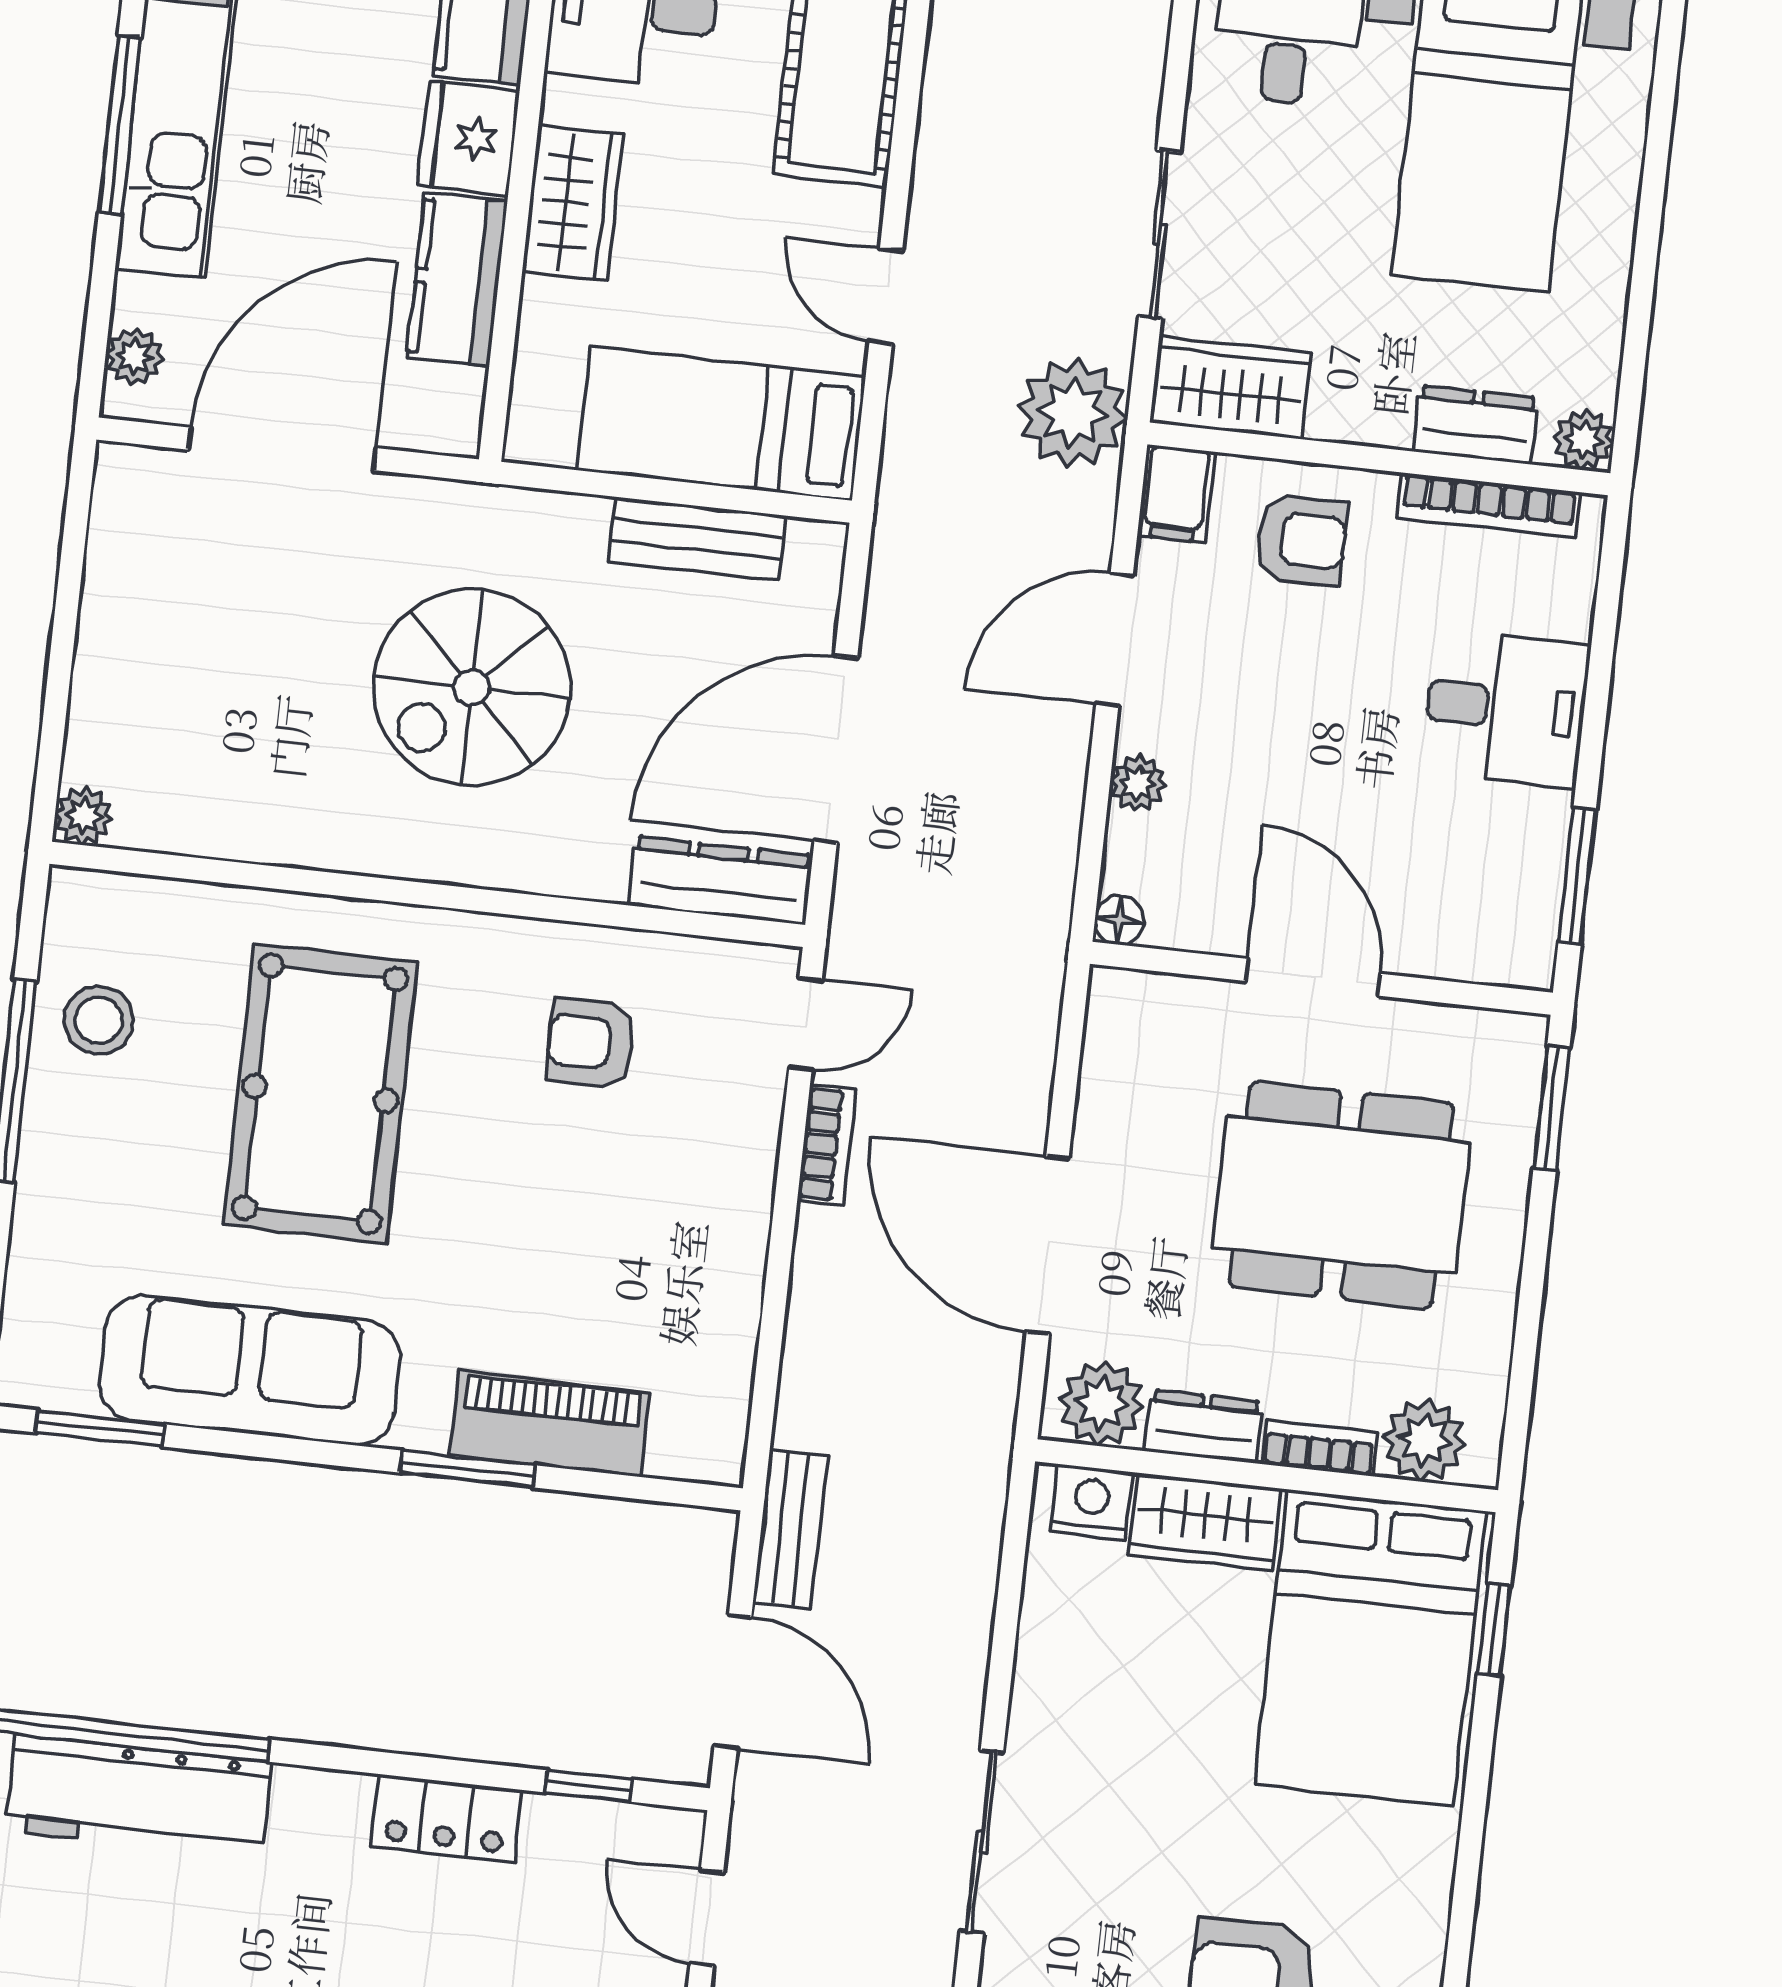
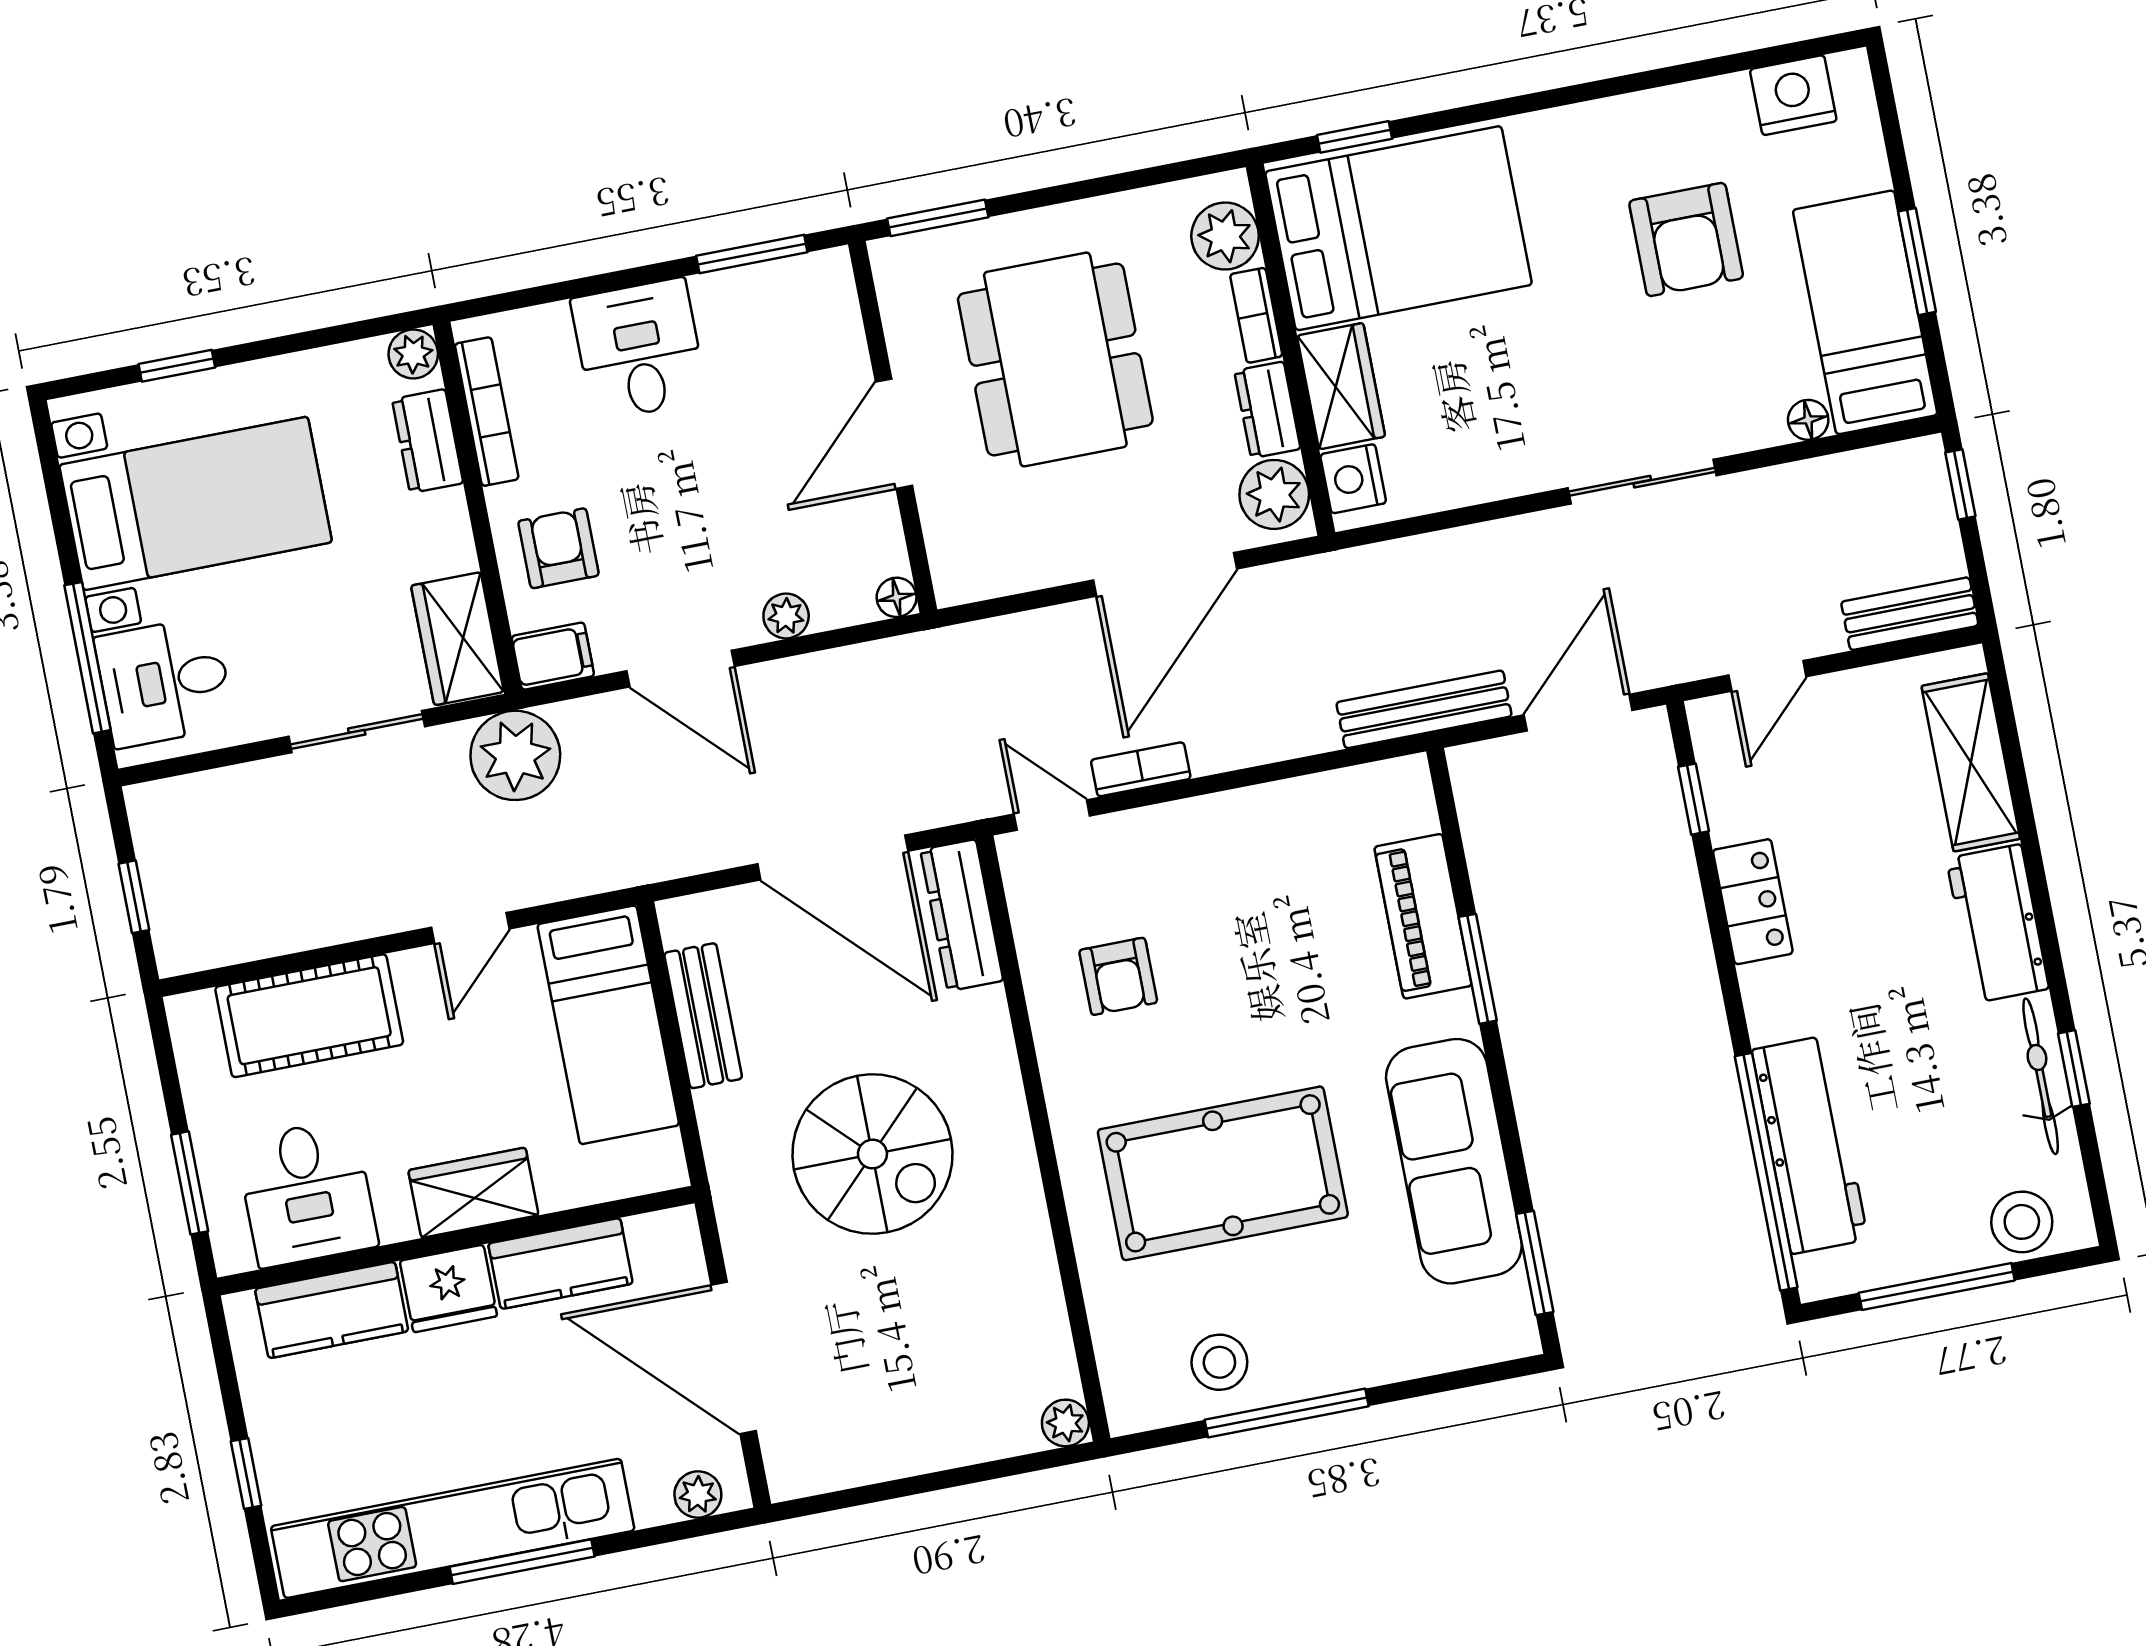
window: (1657, 157) -> (177, 366), added
bench: (790, 1529) -> (1424, 709), width x1.36

